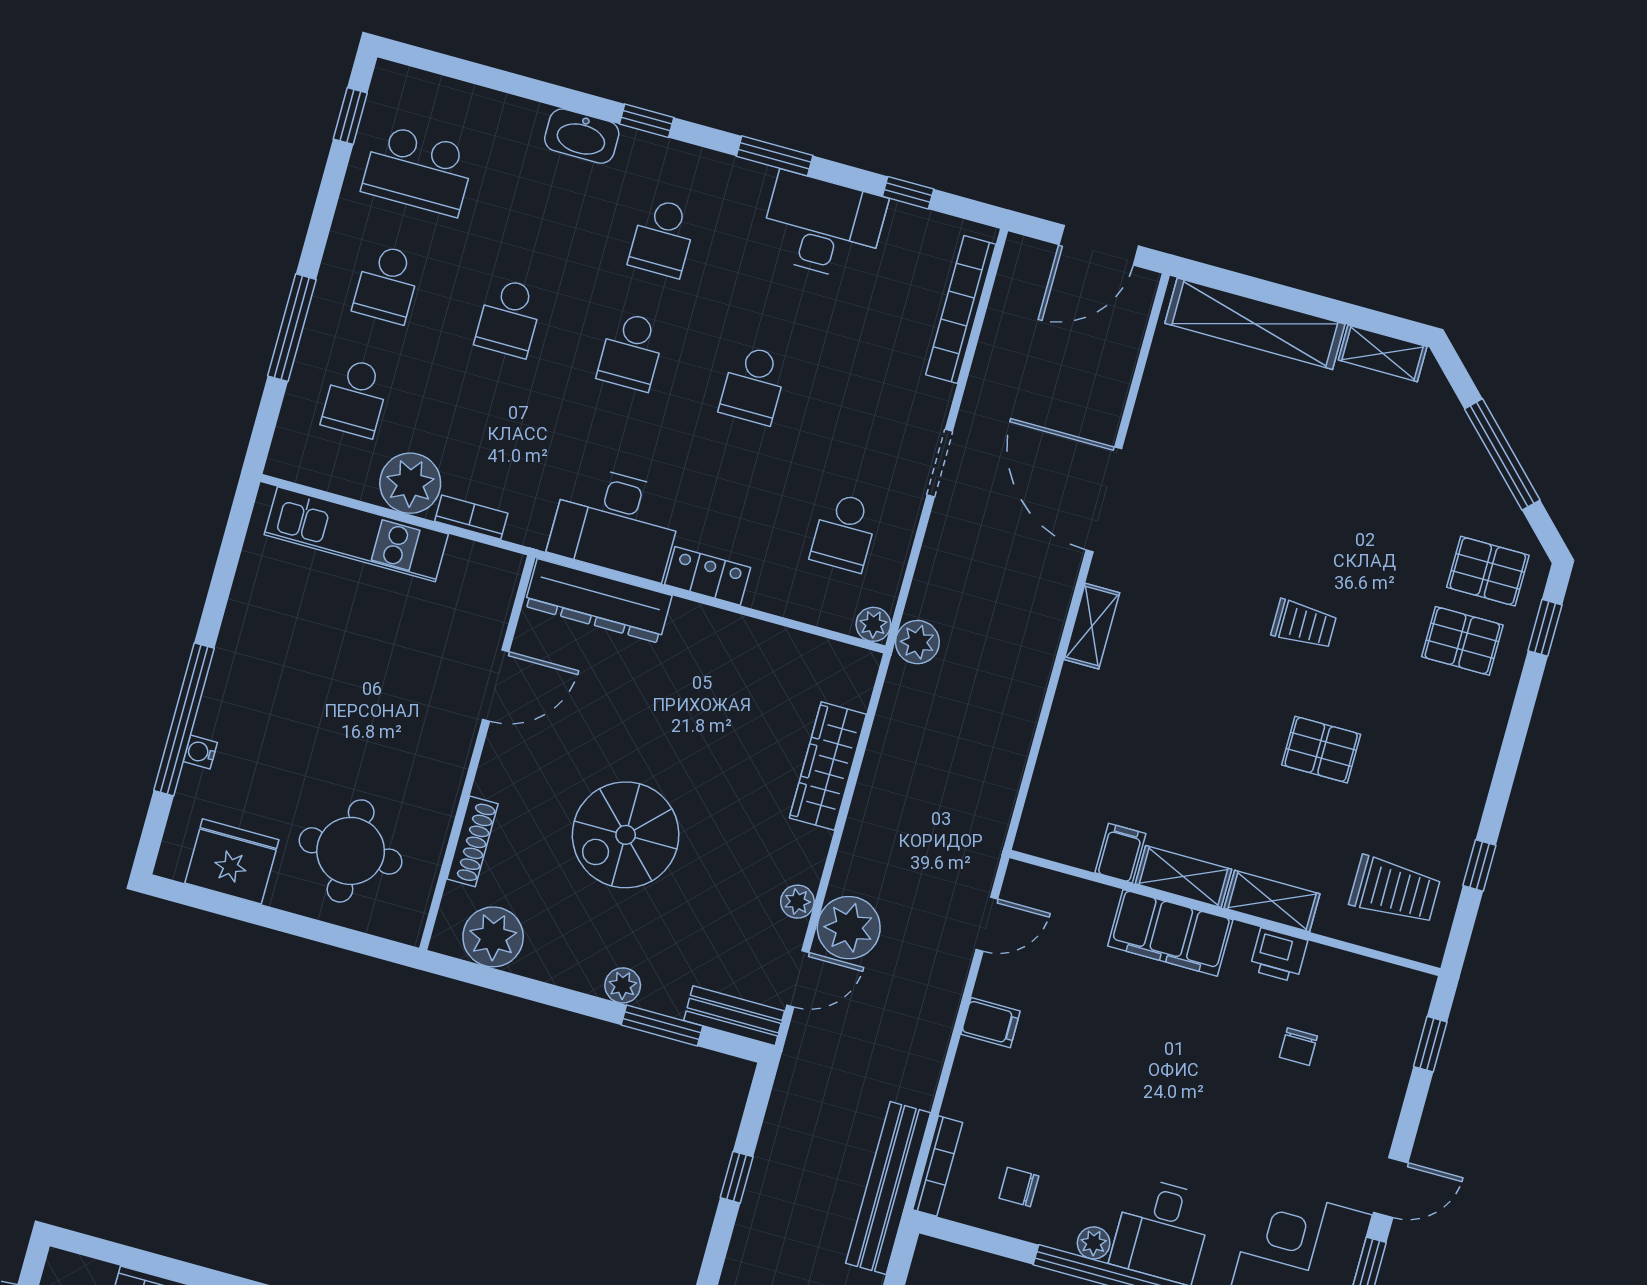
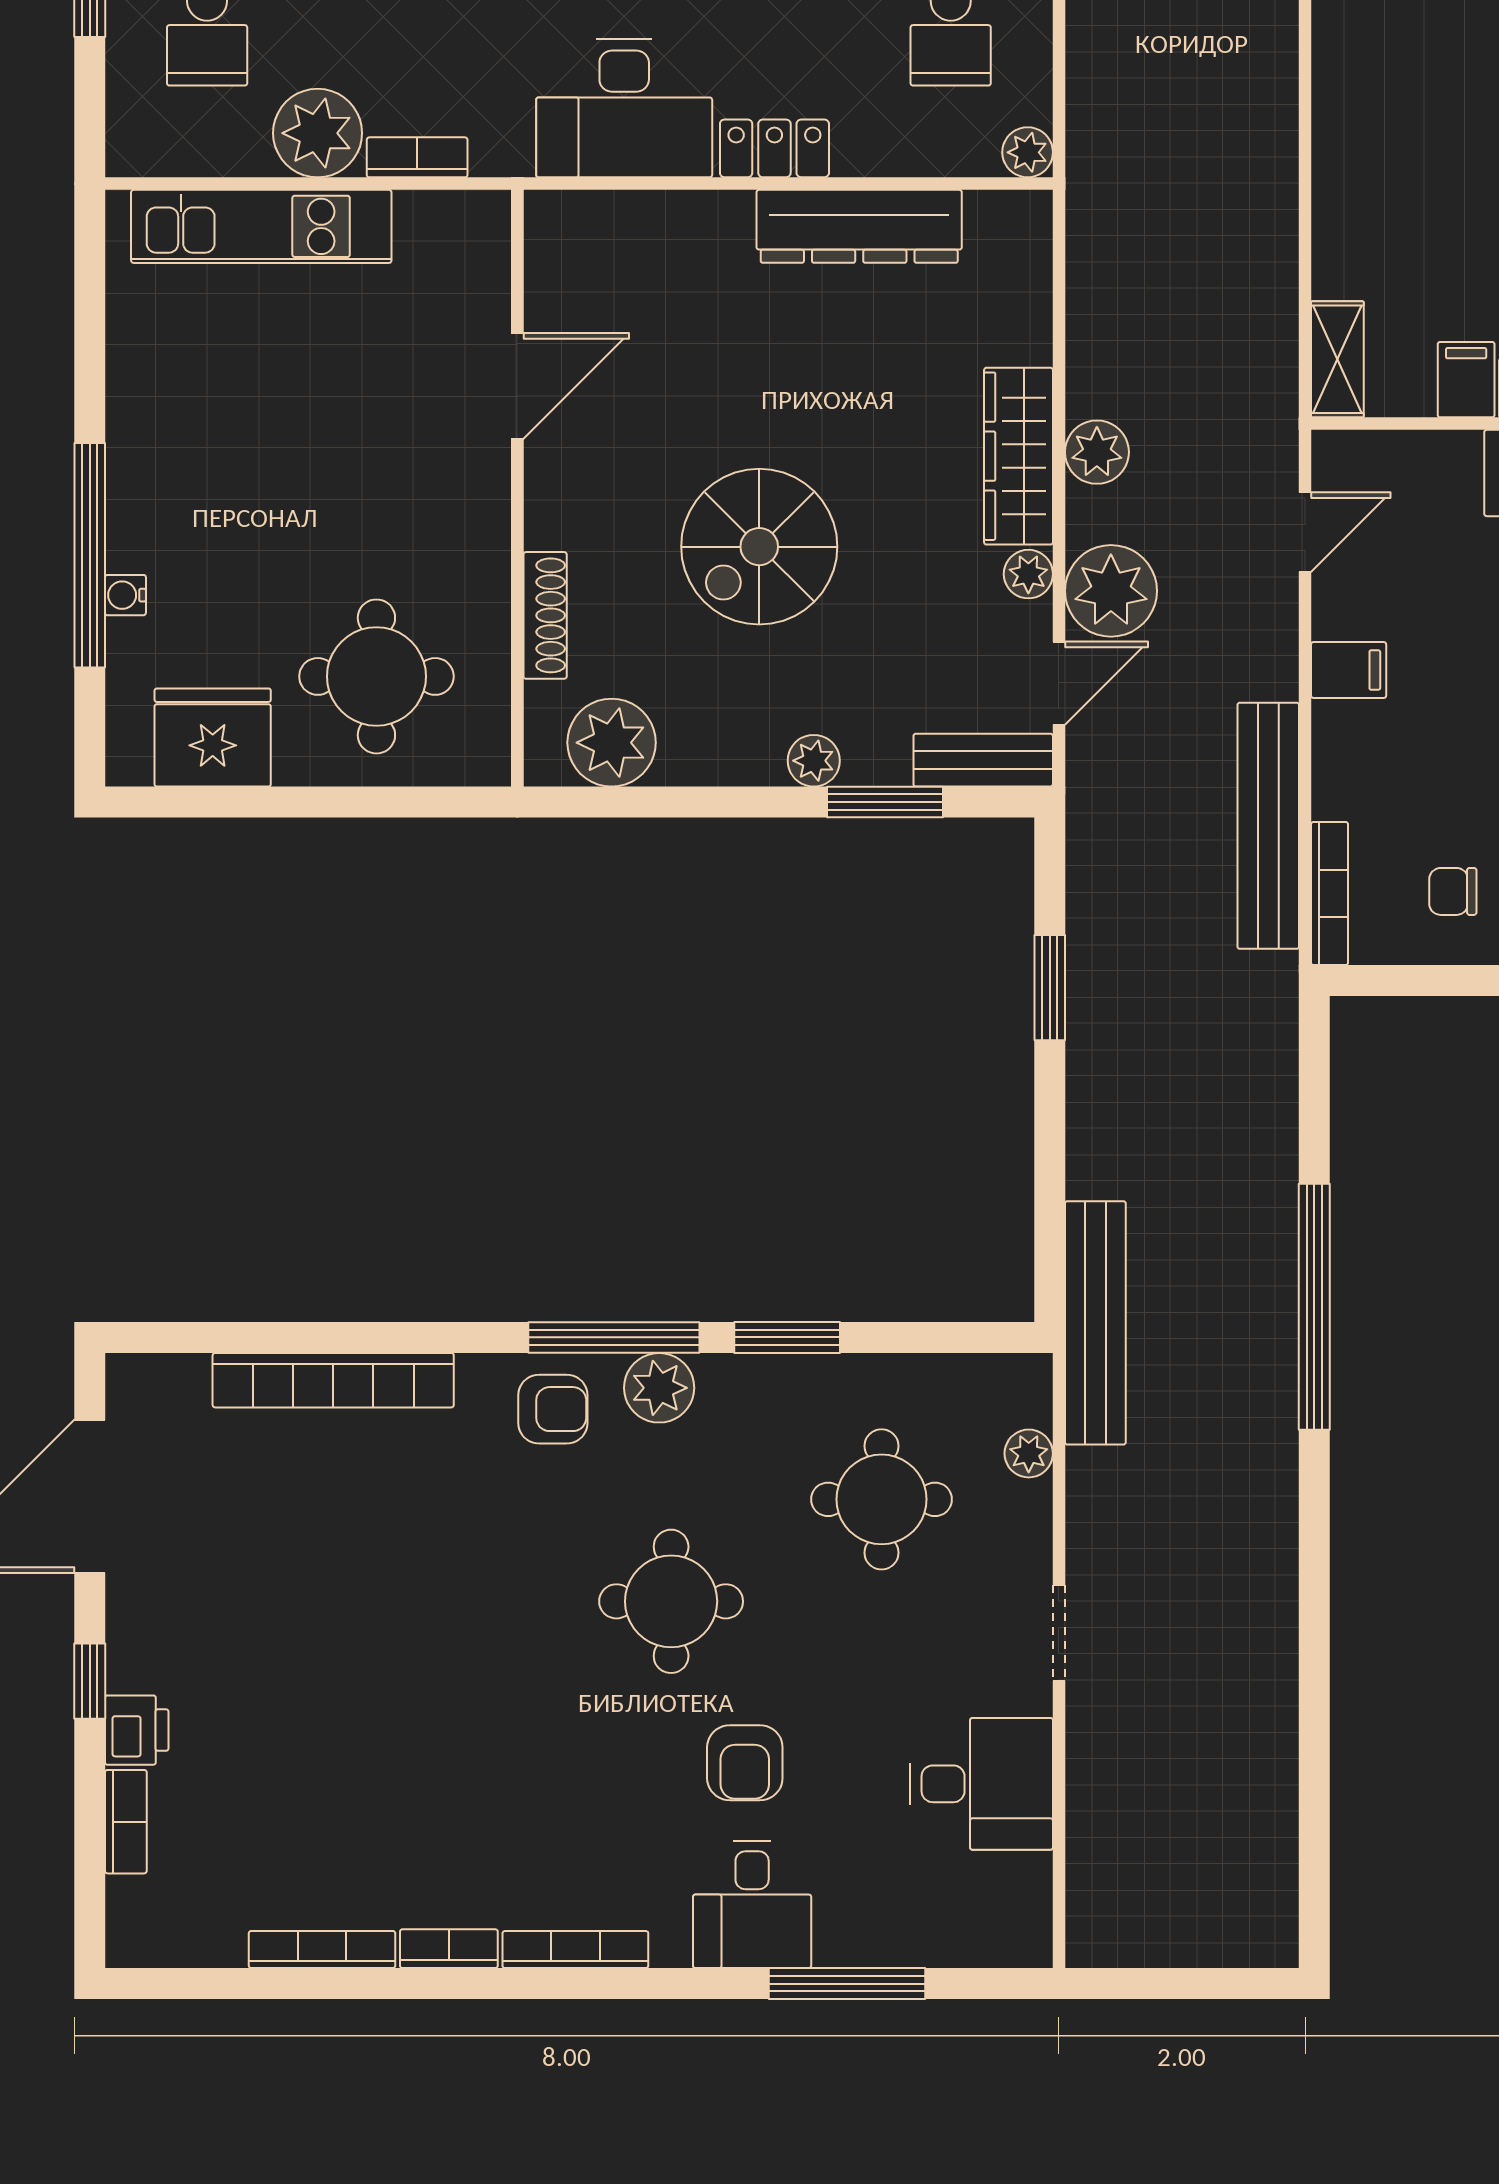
dresser: (598, 601) -> (859, 226), moved
shelving: (1092, 626) -> (1337, 359), moved
plant: (917, 642) -> (1097, 452), moved
wardrobe: (828, 766) -> (1018, 456), moved
window: (737, 1177) -> (1050, 988), width x1.50
bench: (888, 1188) -> (1268, 826), moved

